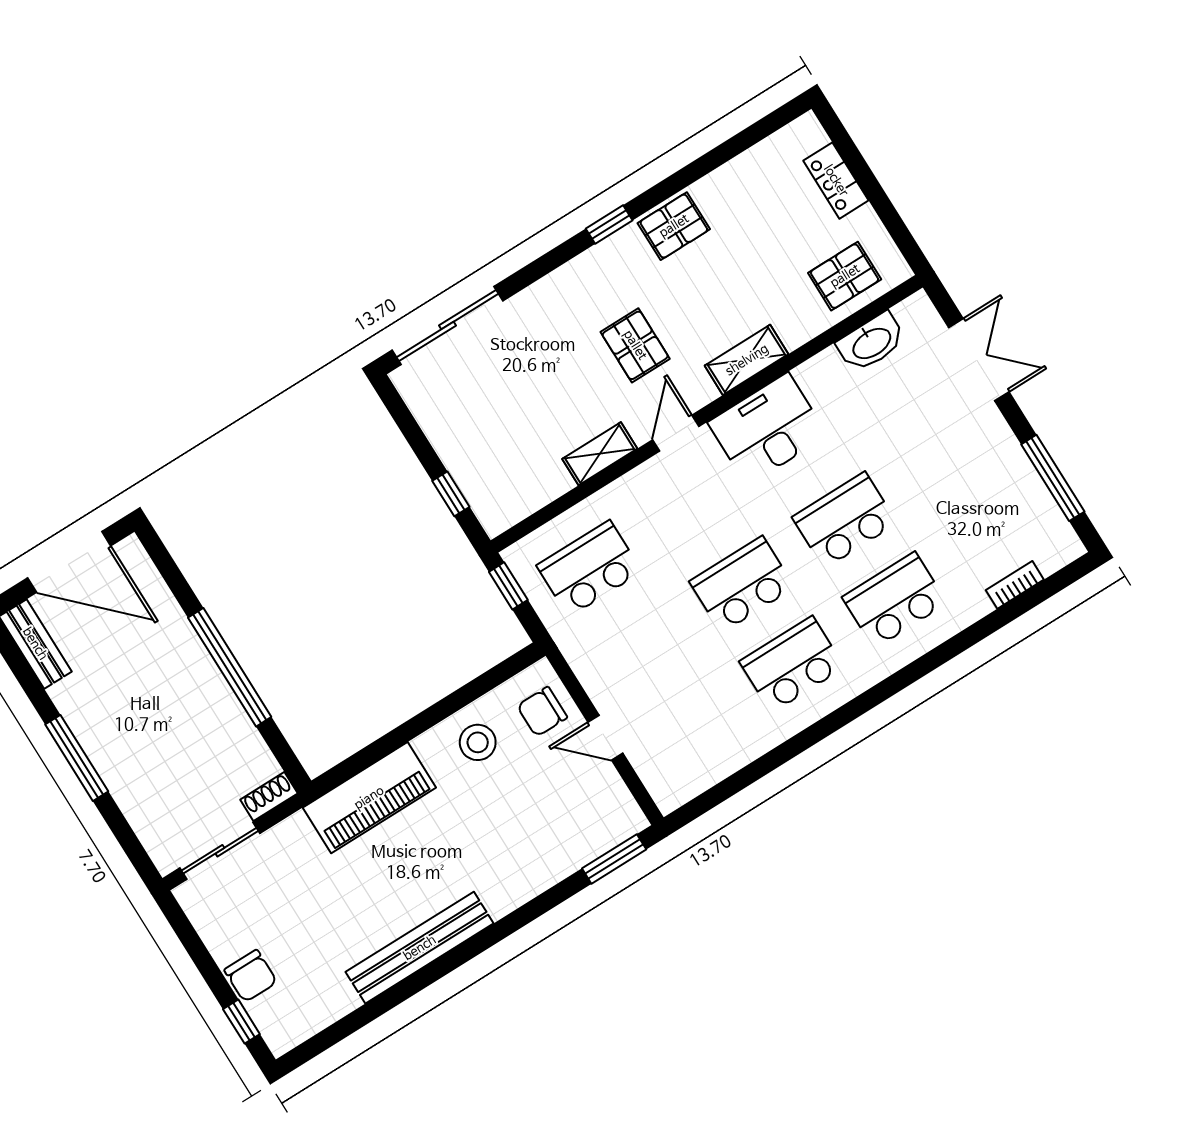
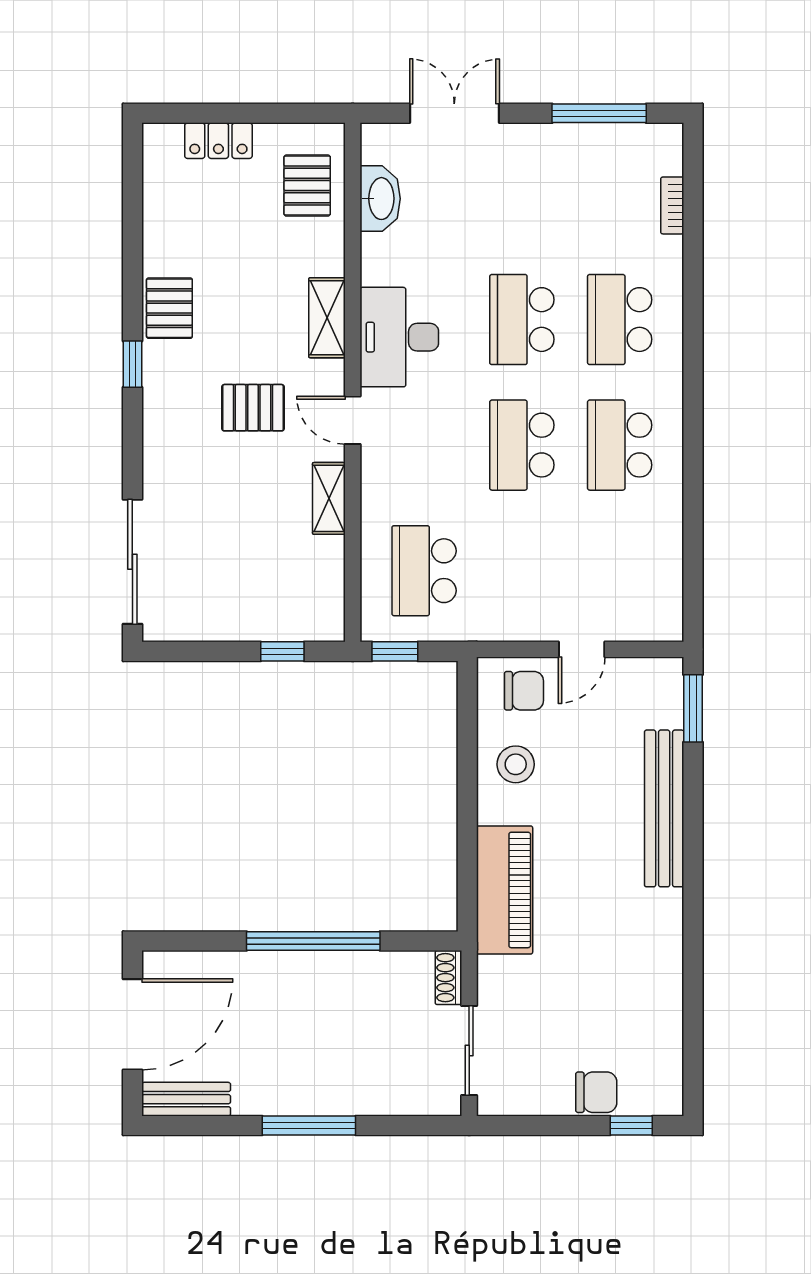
chair: (542, 712) -> (524, 691), turned -90
bench: (420, 948) -> (664, 808), moved

